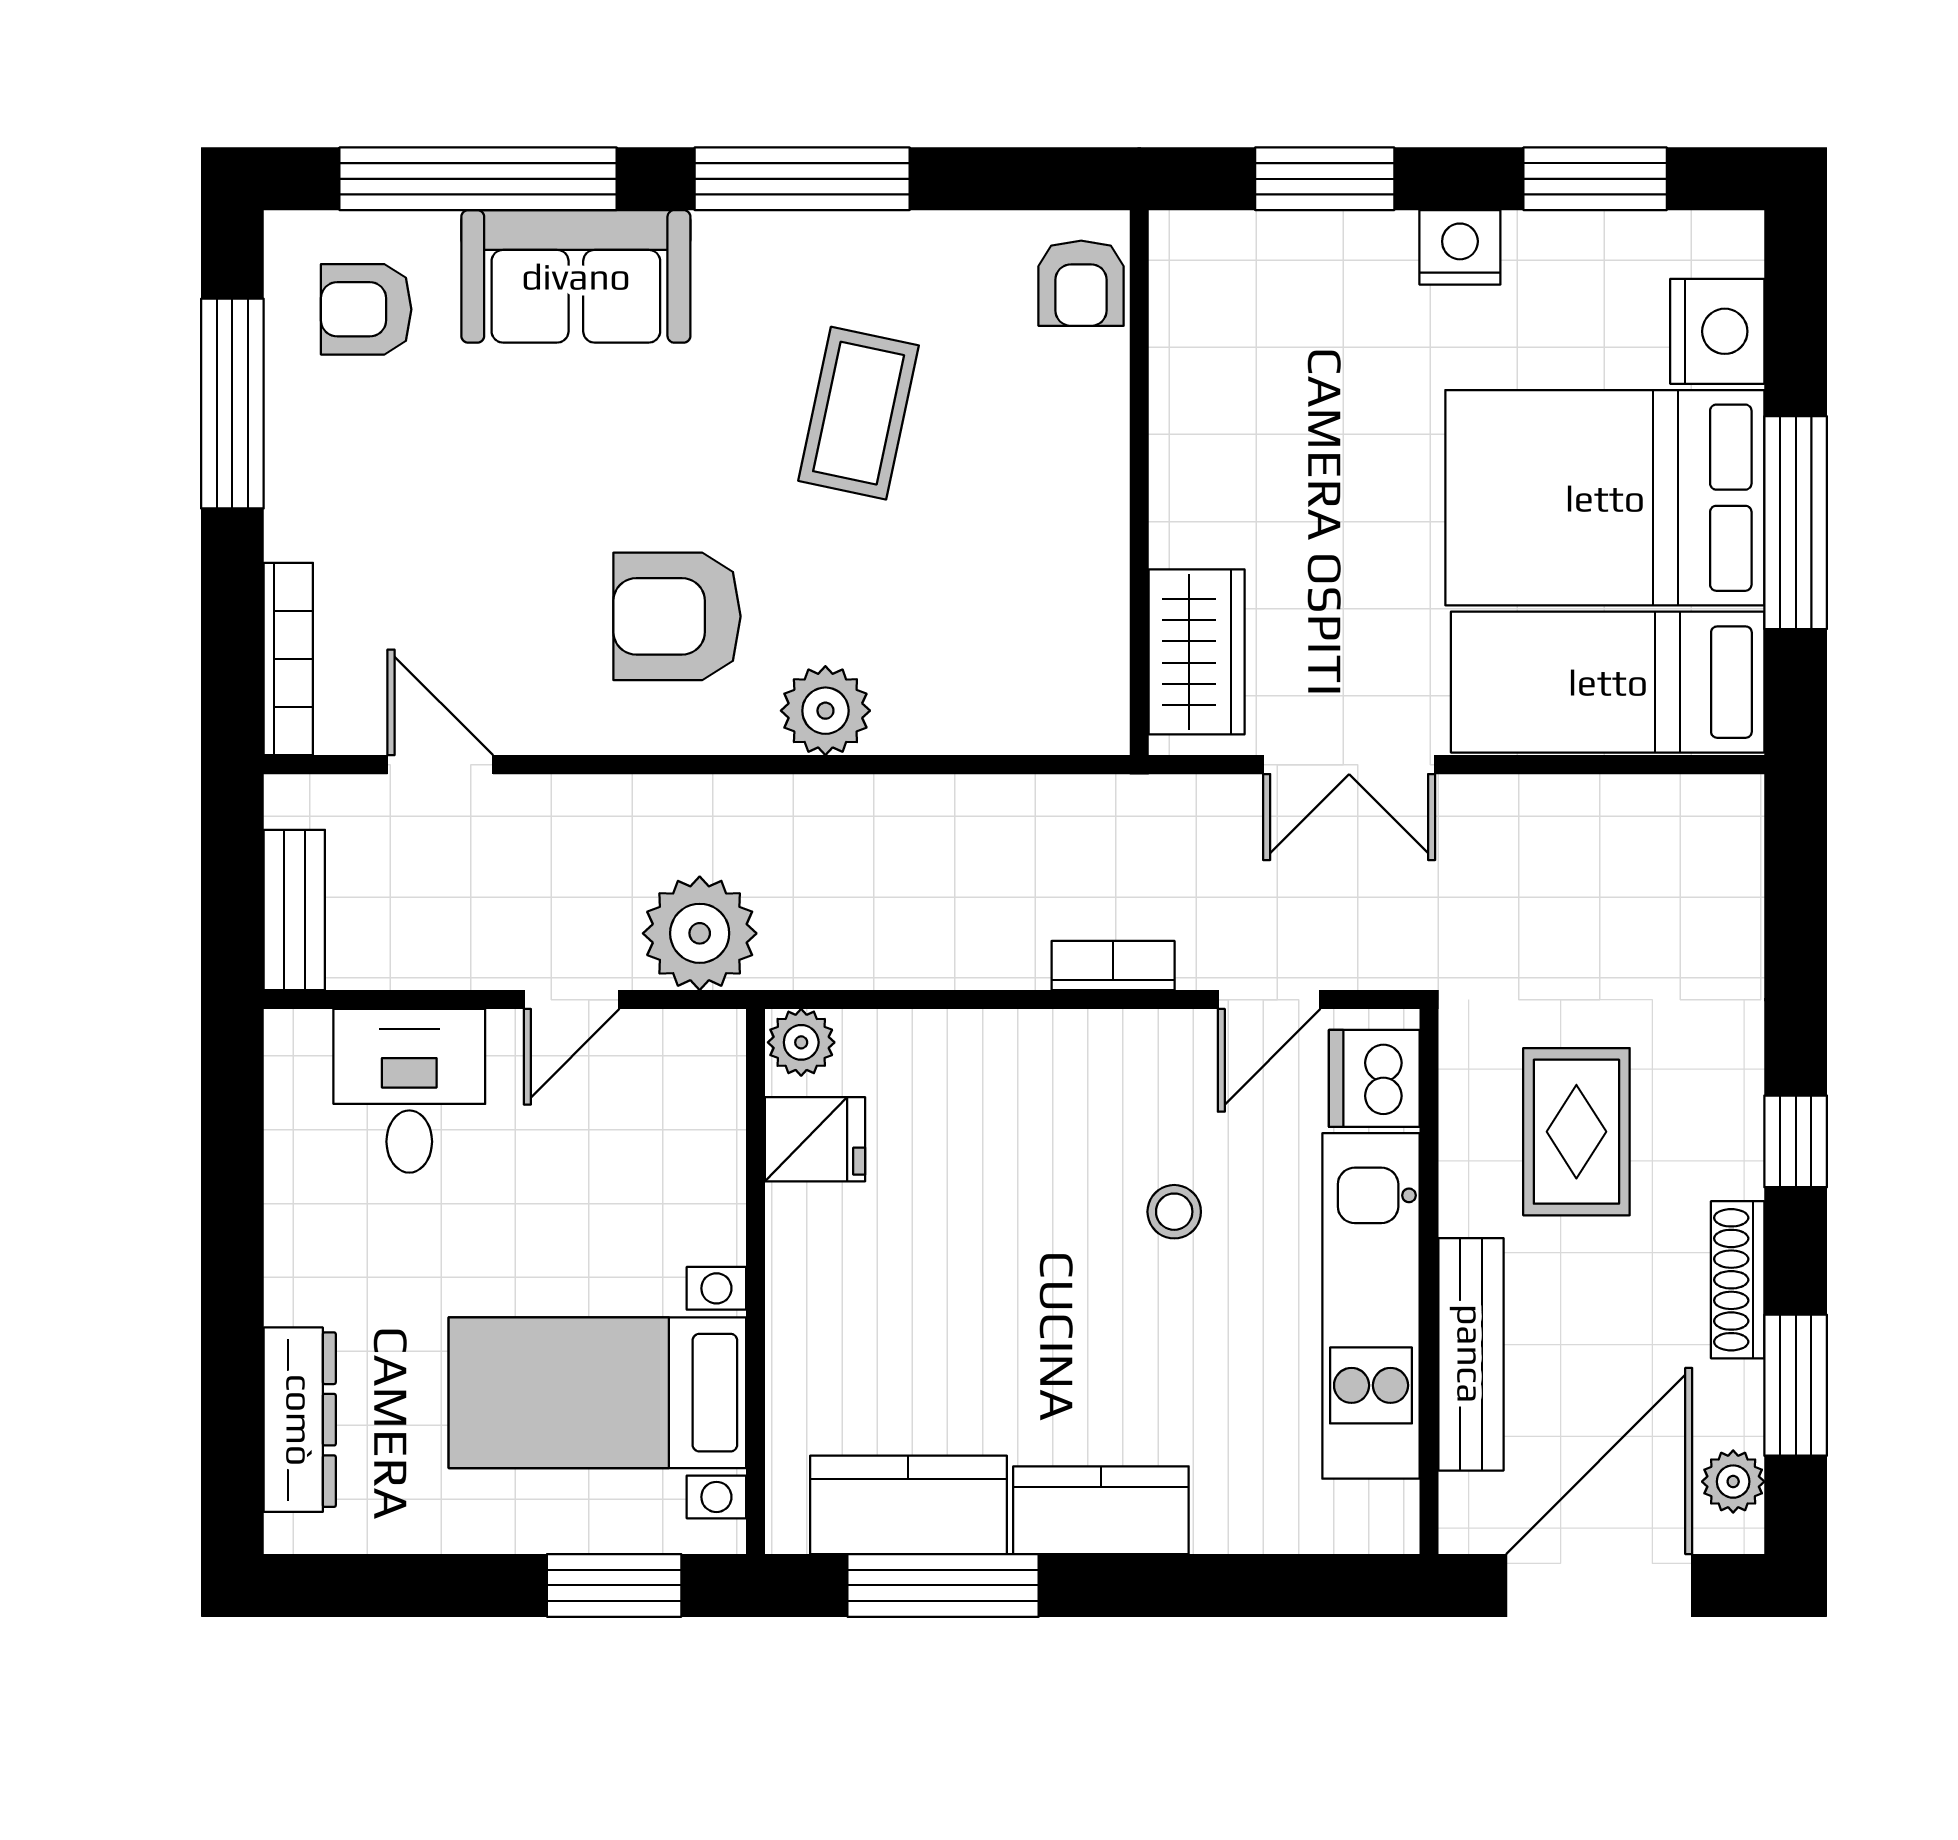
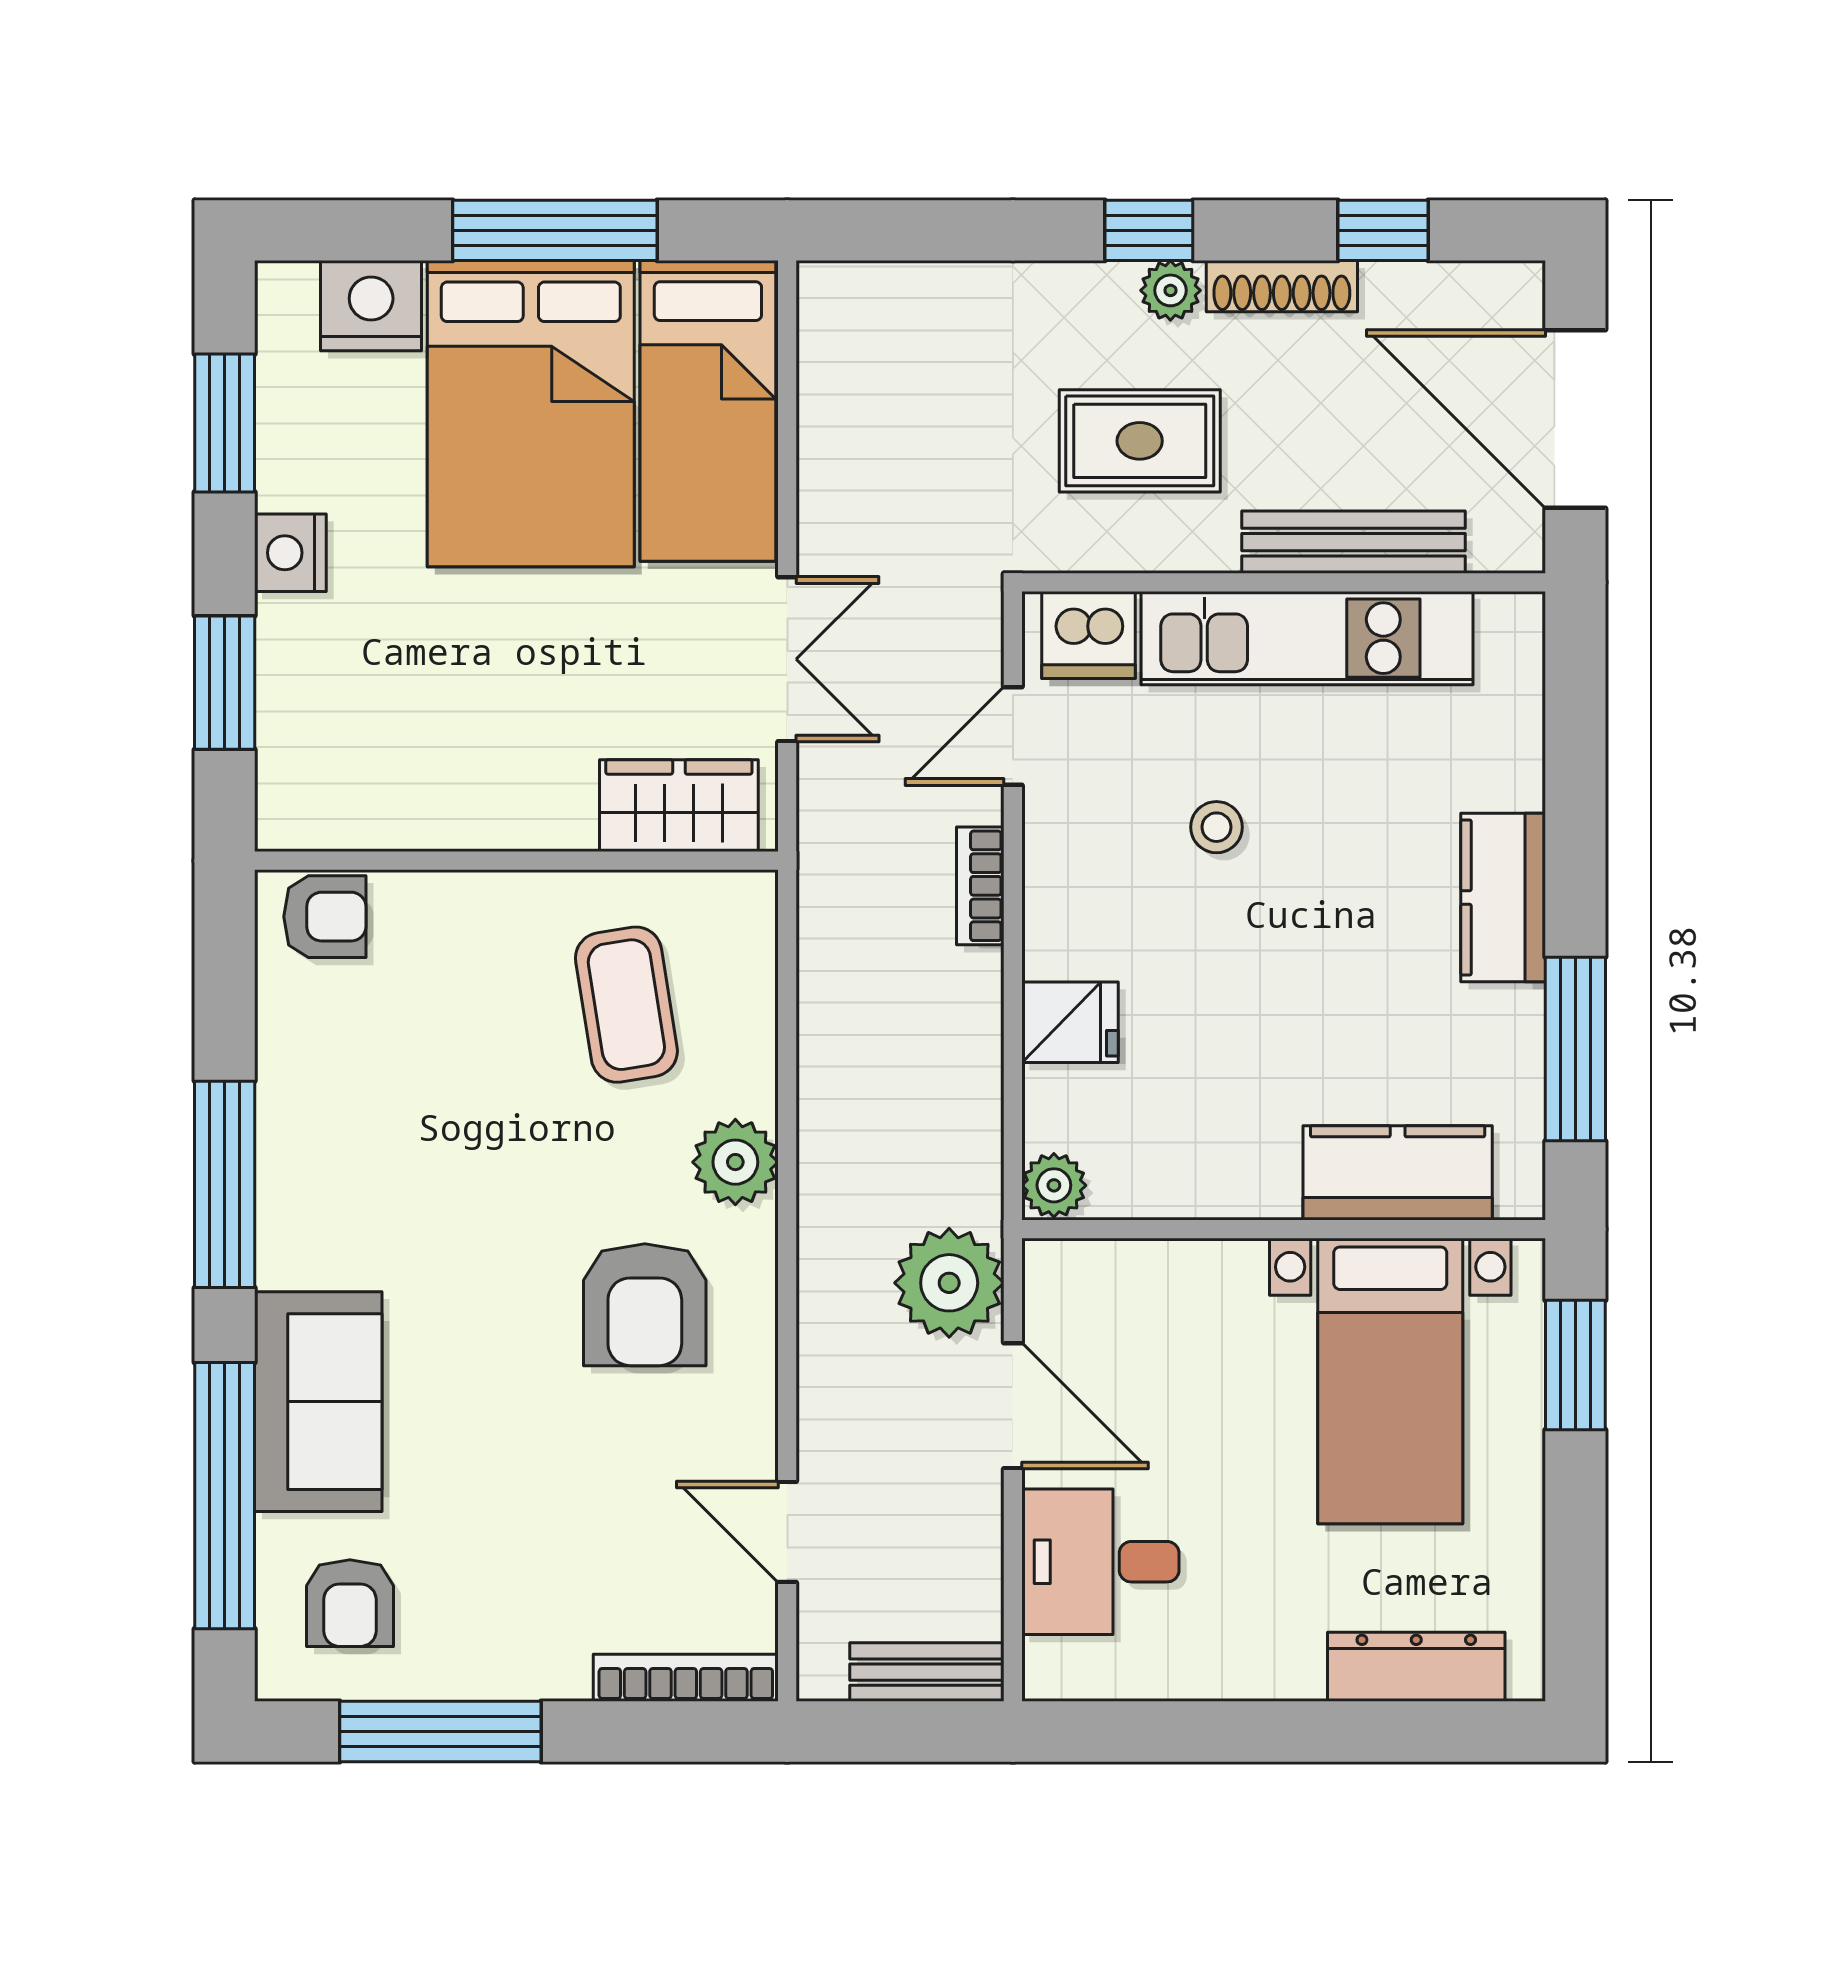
coffee table: (859, 413) -> (626, 1005), moved, turned 69
door: (440, 765) -> (787, 1532), hinge flipped
door: (572, 1000) -> (1013, 1406), width x1.38
door: (1269, 1000) -> (1013, 736), swing flipped
fridge: (815, 1139) -> (1070, 1022), moved, turned 90
window: (1796, 1385) -> (1383, 230), width x0.67
plant: (1733, 1482) -> (1170, 290), moved
kitchen counter: (908, 1505) -> (1398, 1173), moved, turned 90

